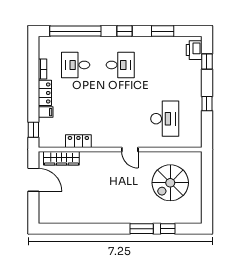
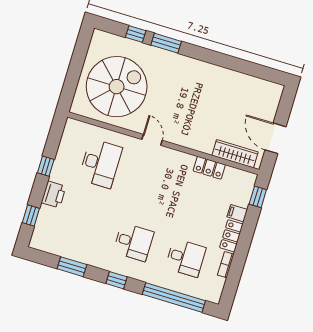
printer: (194, 50) -> (54, 195), moved
desk: (120, 65) -> (134, 242), turned 180
desk: (165, 119) -> (100, 163), turned 180
spiral stairs: (170, 183) -> (117, 87), width x1.37, depth x1.37

